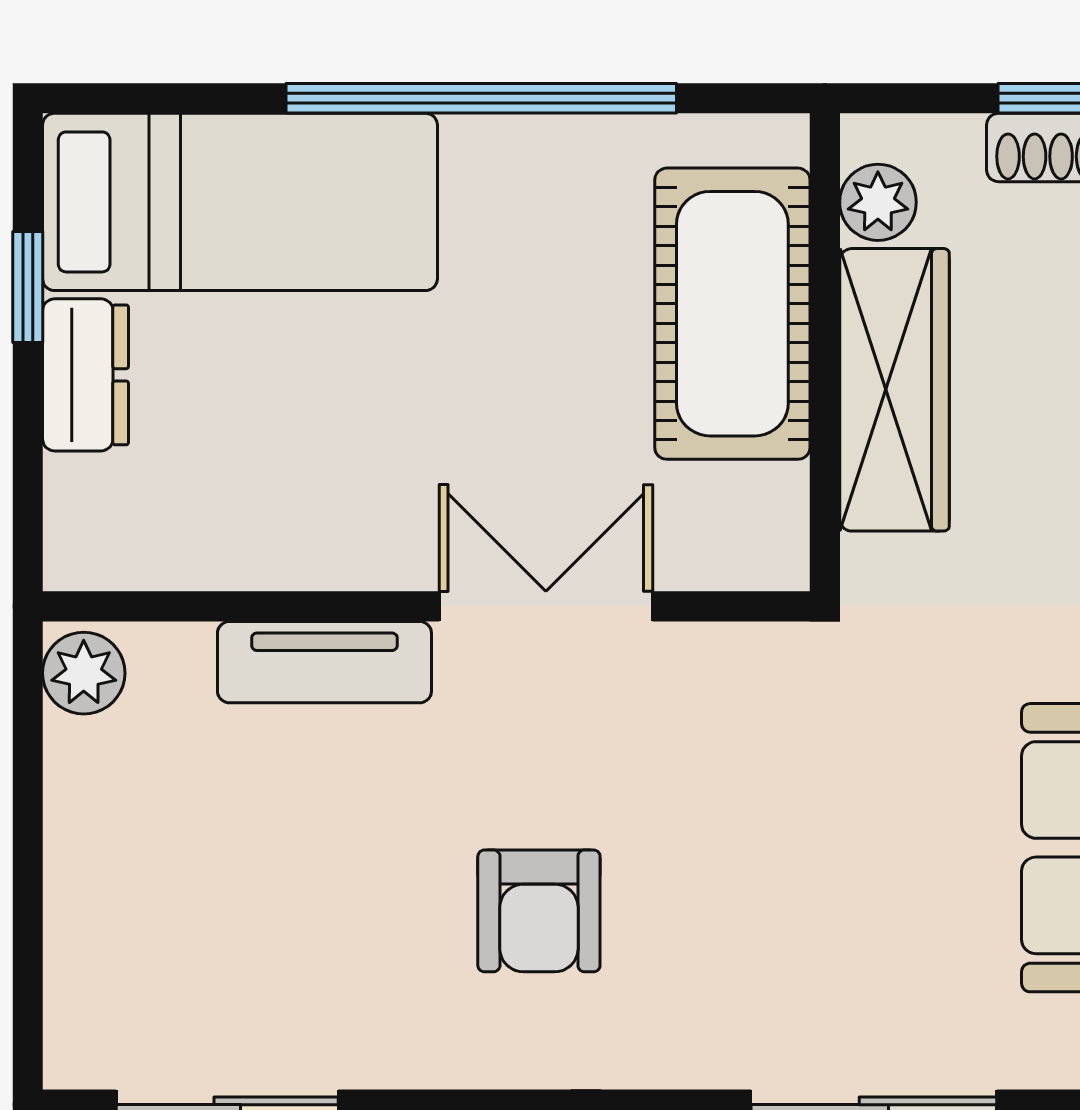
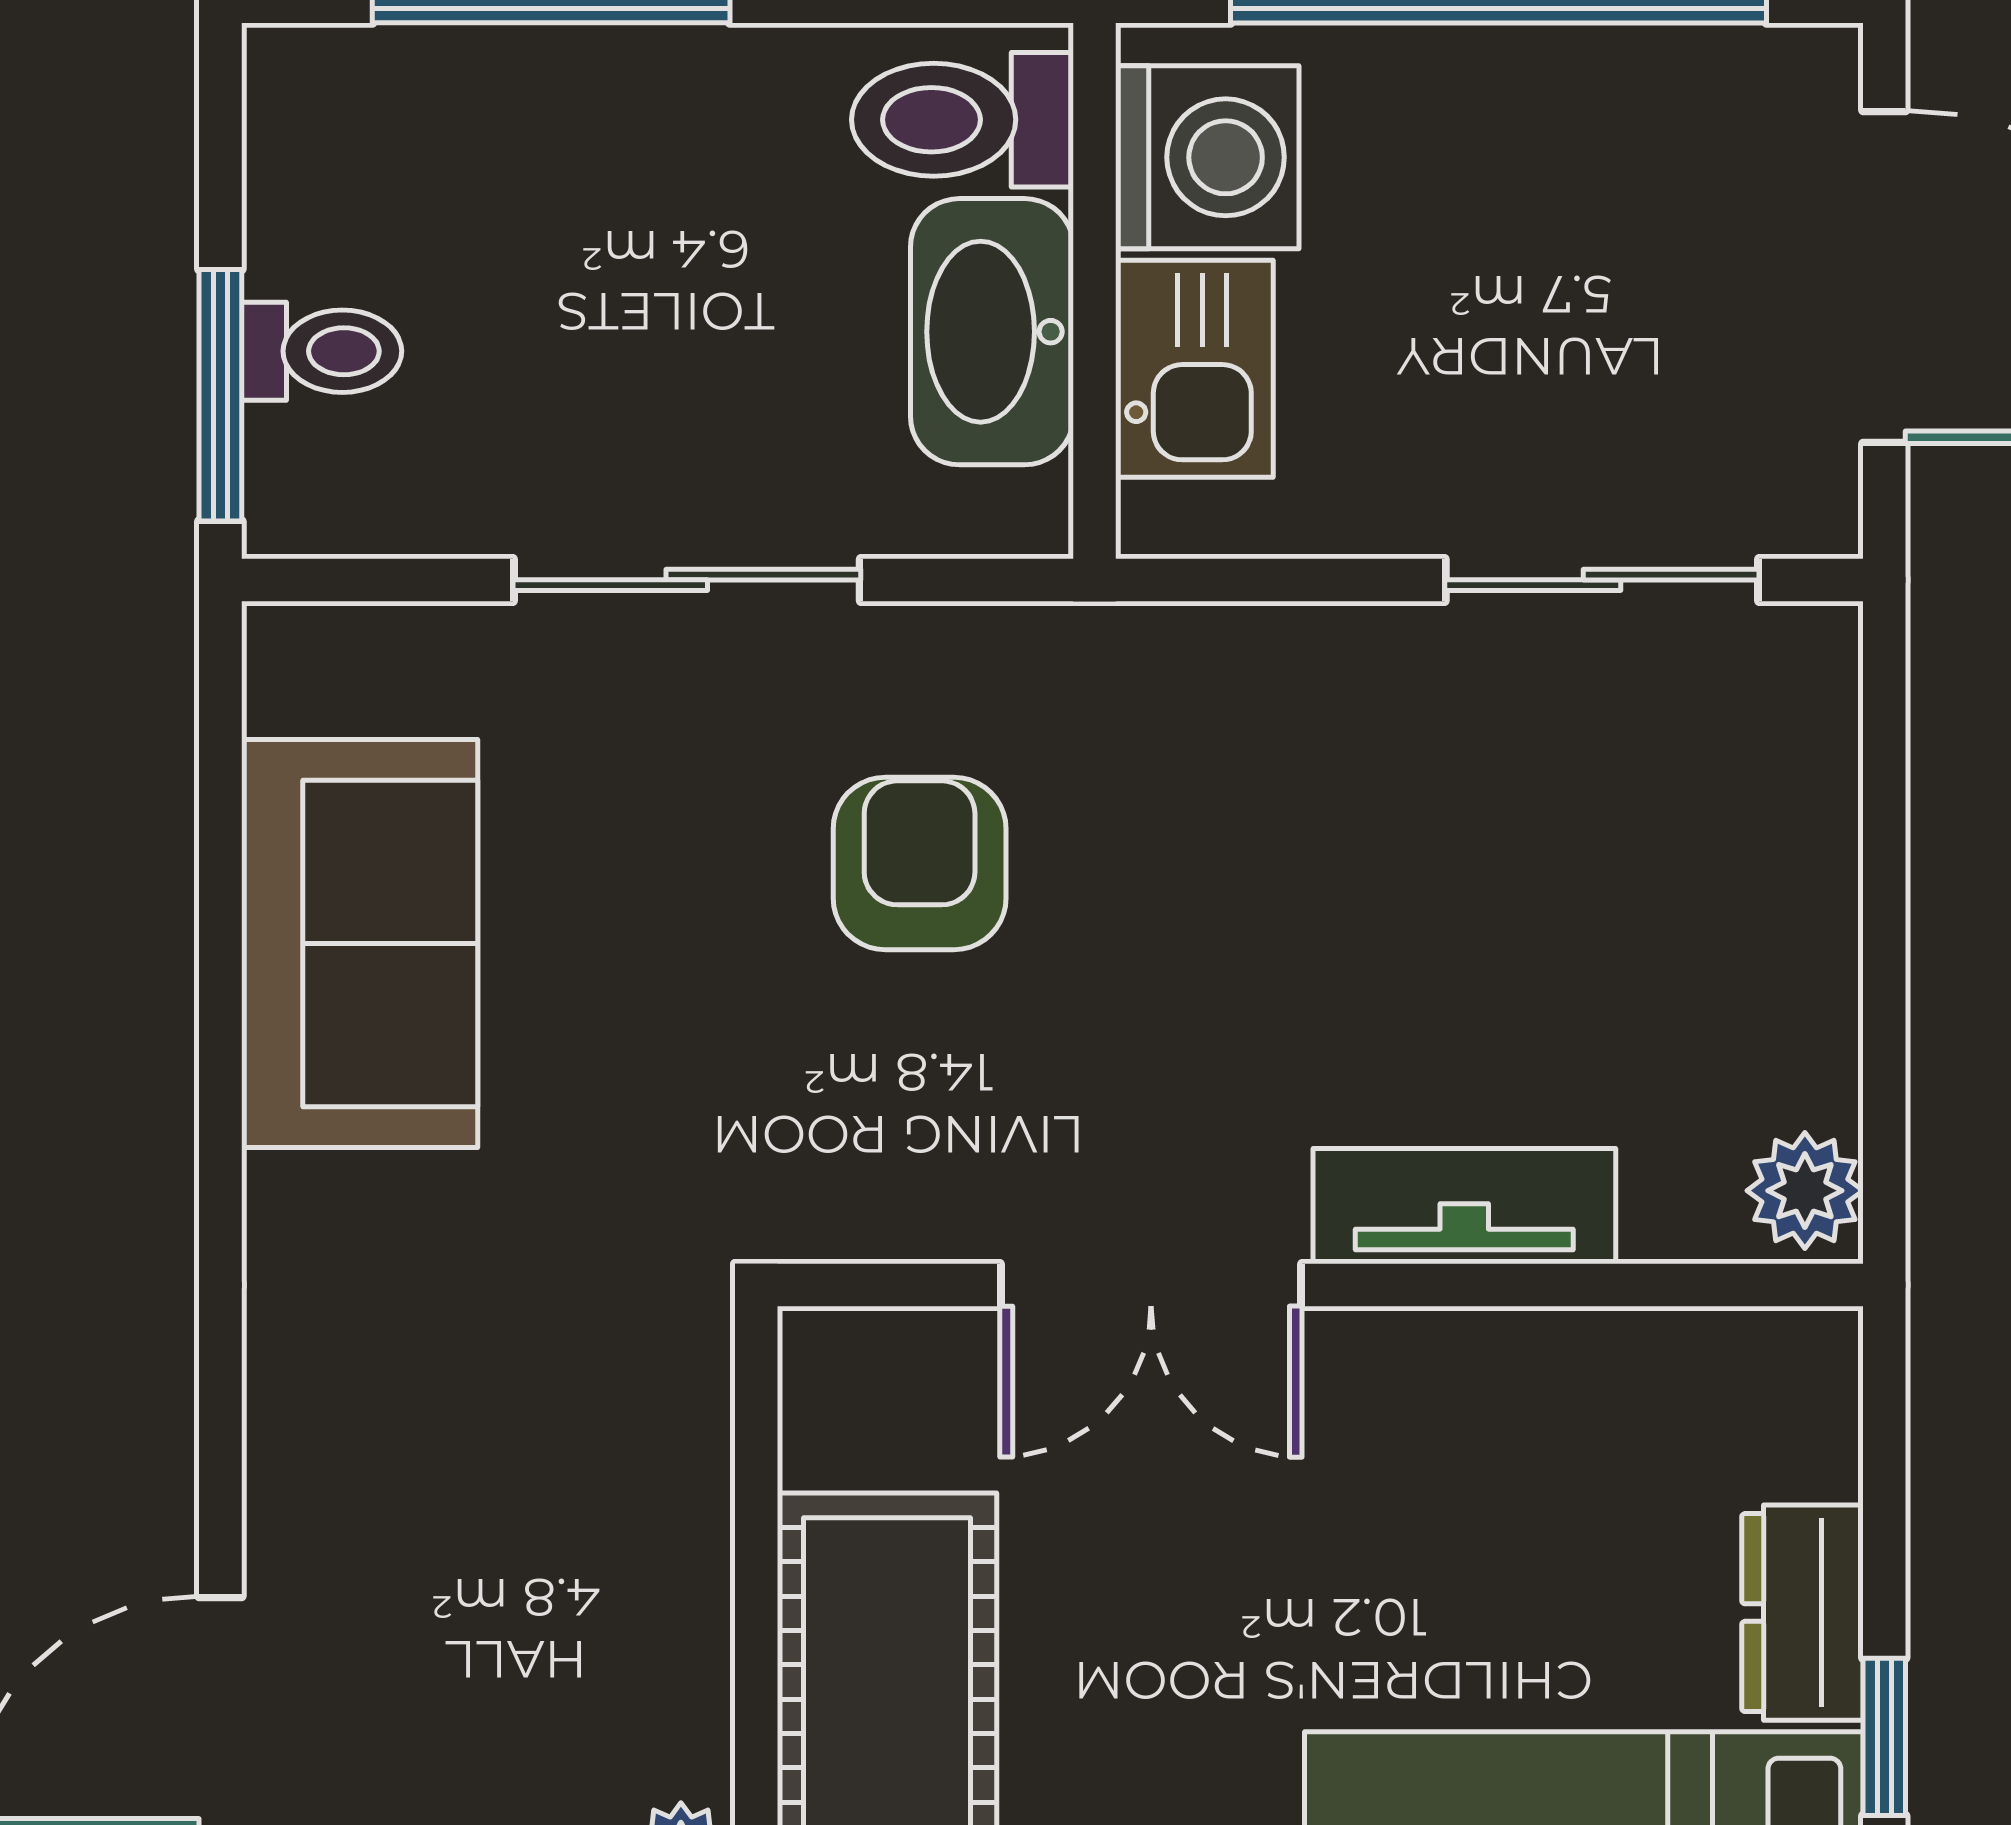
wardrobe: (894, 390) -> (658, 1591), removed
armchair: (539, 911) -> (920, 864), moved

